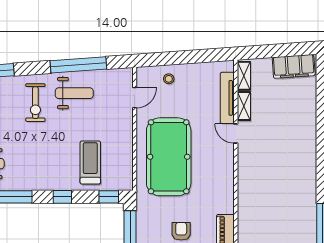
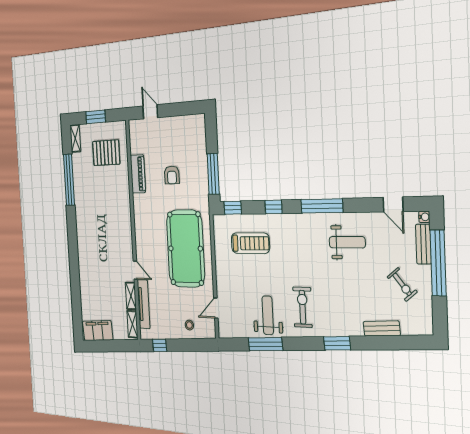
window: (209, 56) -> (160, 345), added
window: (78, 65) -> (265, 344), width x0.68
weight bench: (74, 93) -> (268, 315), turned 90
treadmill: (90, 162) -> (250, 243), turned -90

